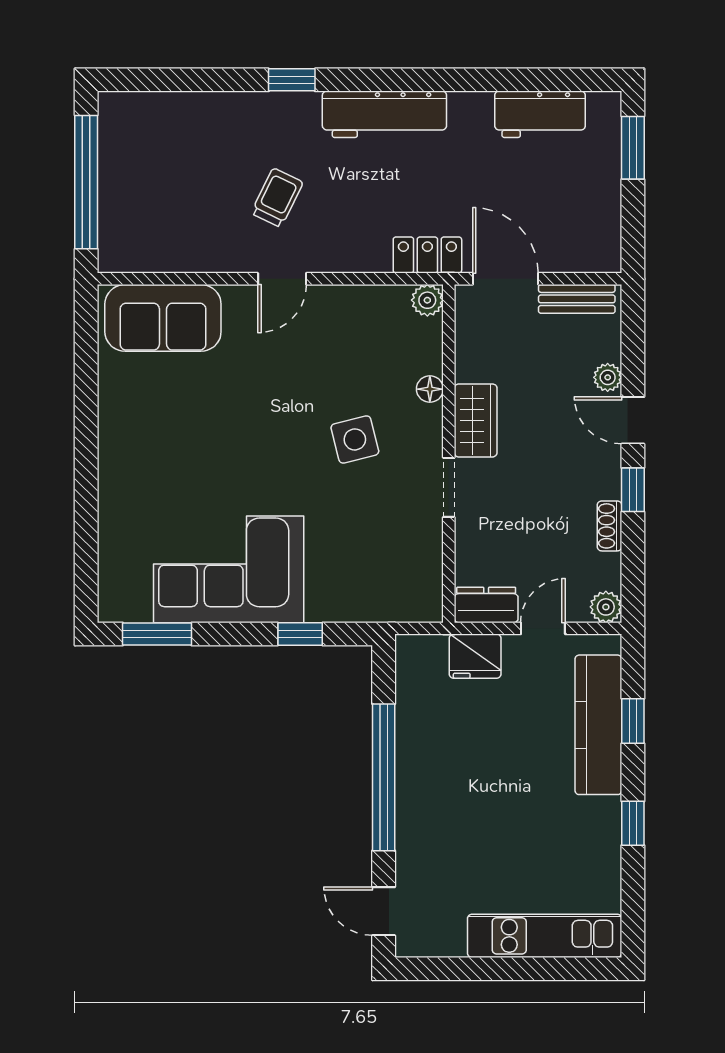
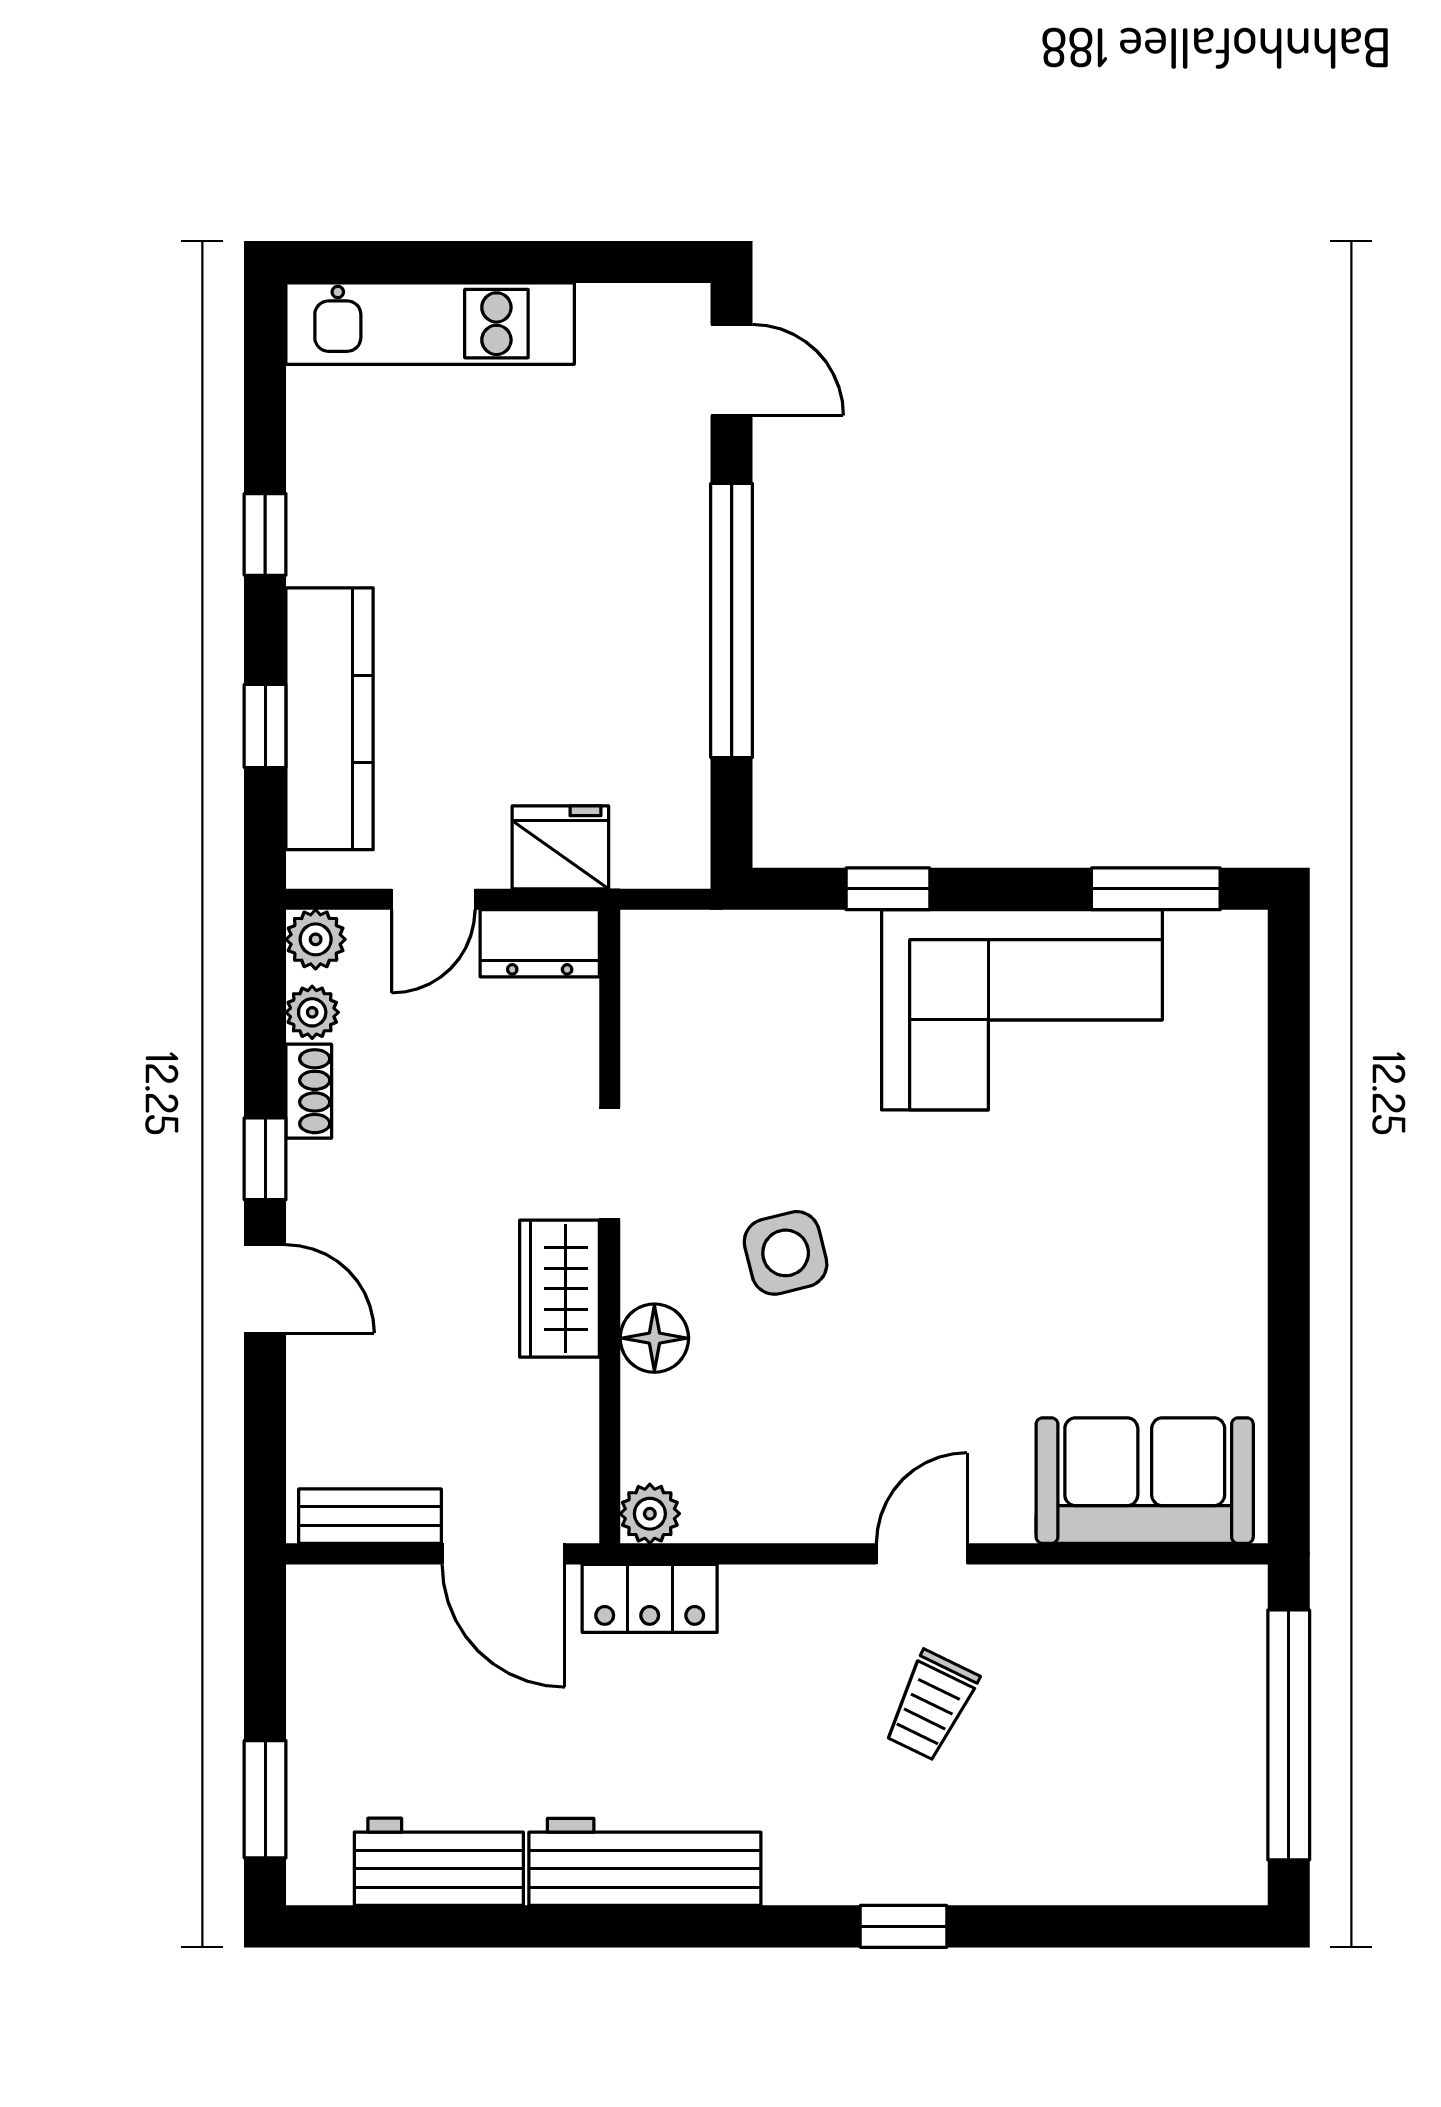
workbench: (384, 114) -> (645, 1862), moved
plant: (608, 377) -> (312, 1012), moved
floor lamp: (430, 389) -> (654, 1338), width x1.37, depth x1.37

